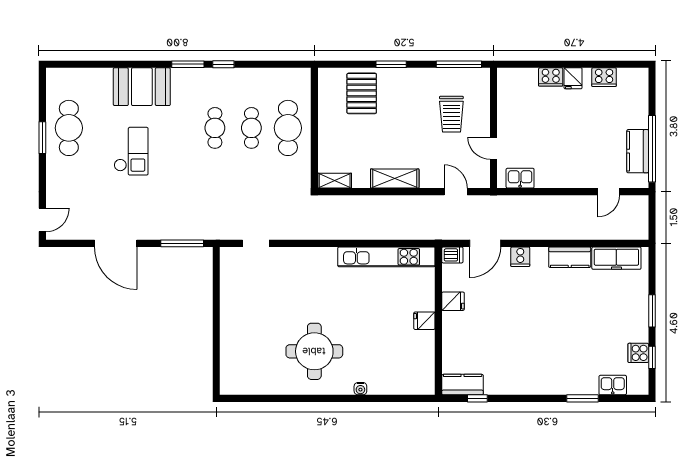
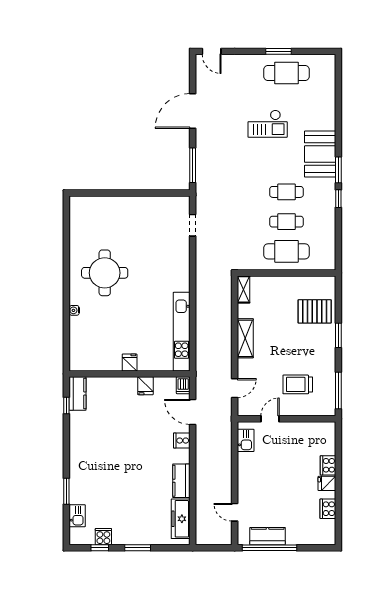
booth: (142, 87) -> (320, 154), moved

